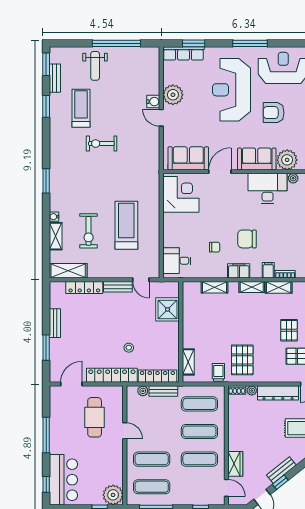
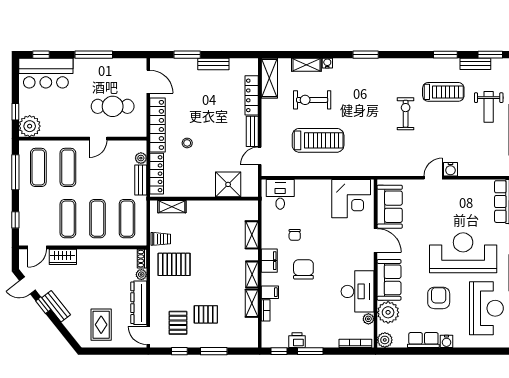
weight bench: (95, 66) -> (489, 107), turned -90
plant: (173, 95) -> (458, 190), removed

